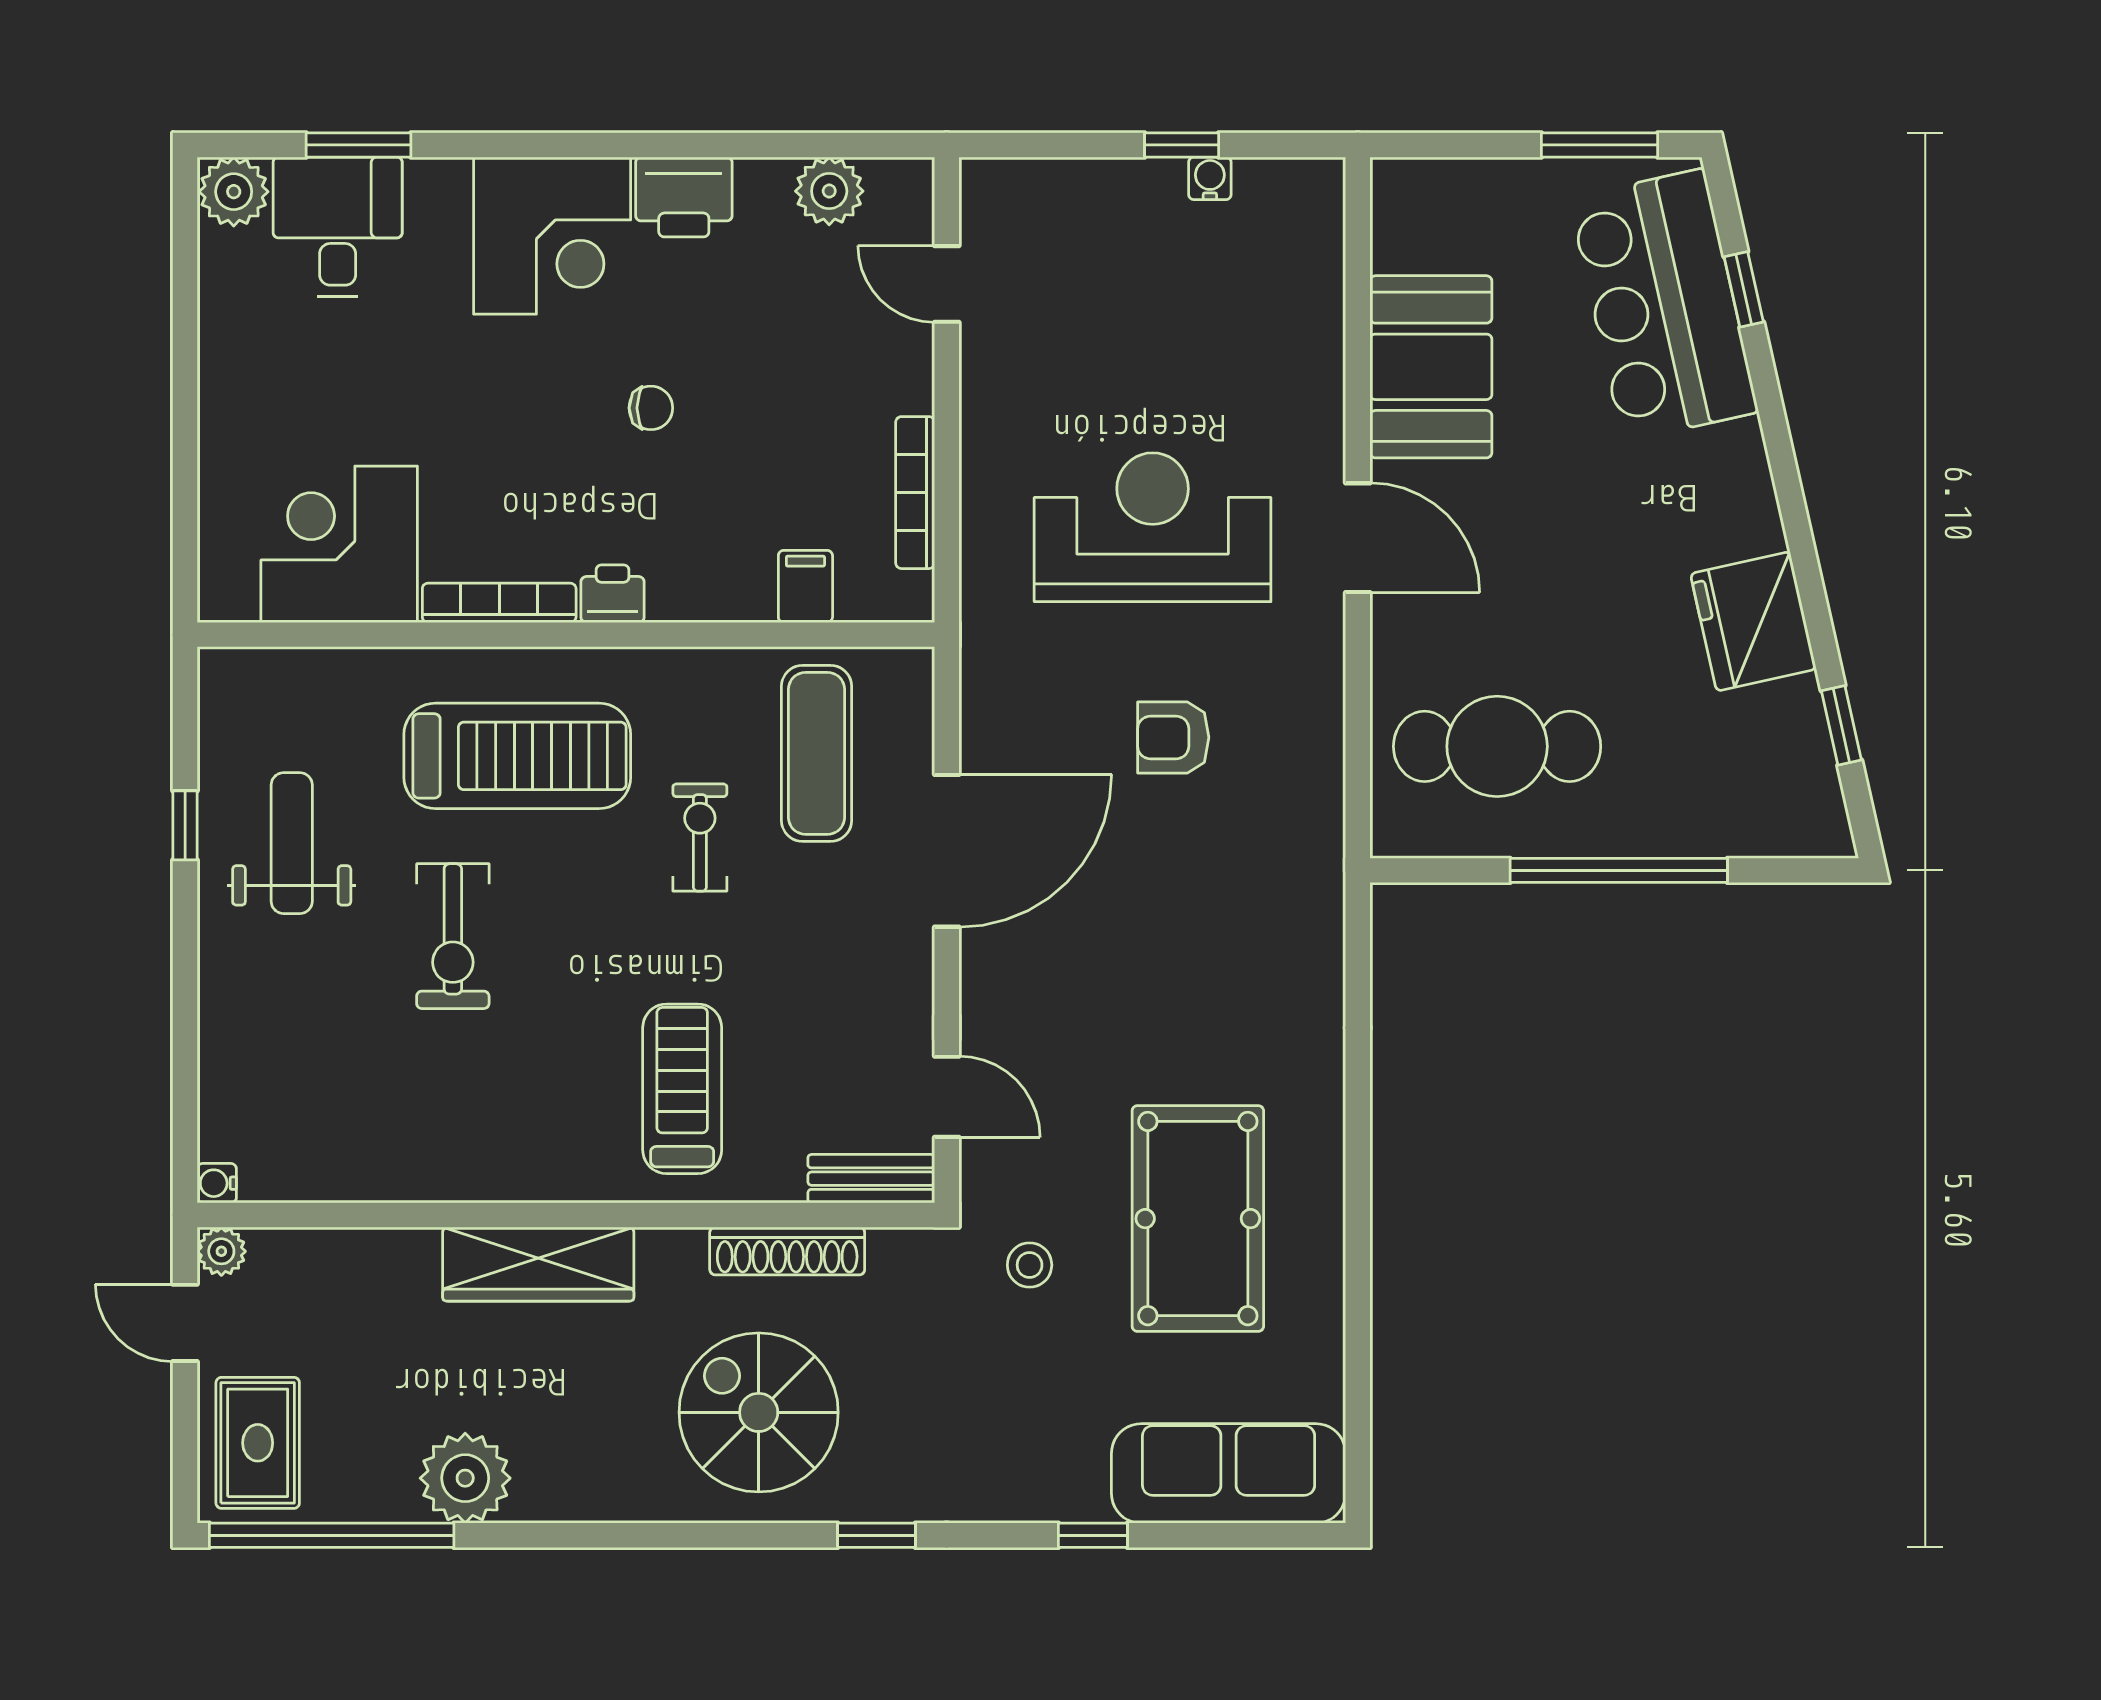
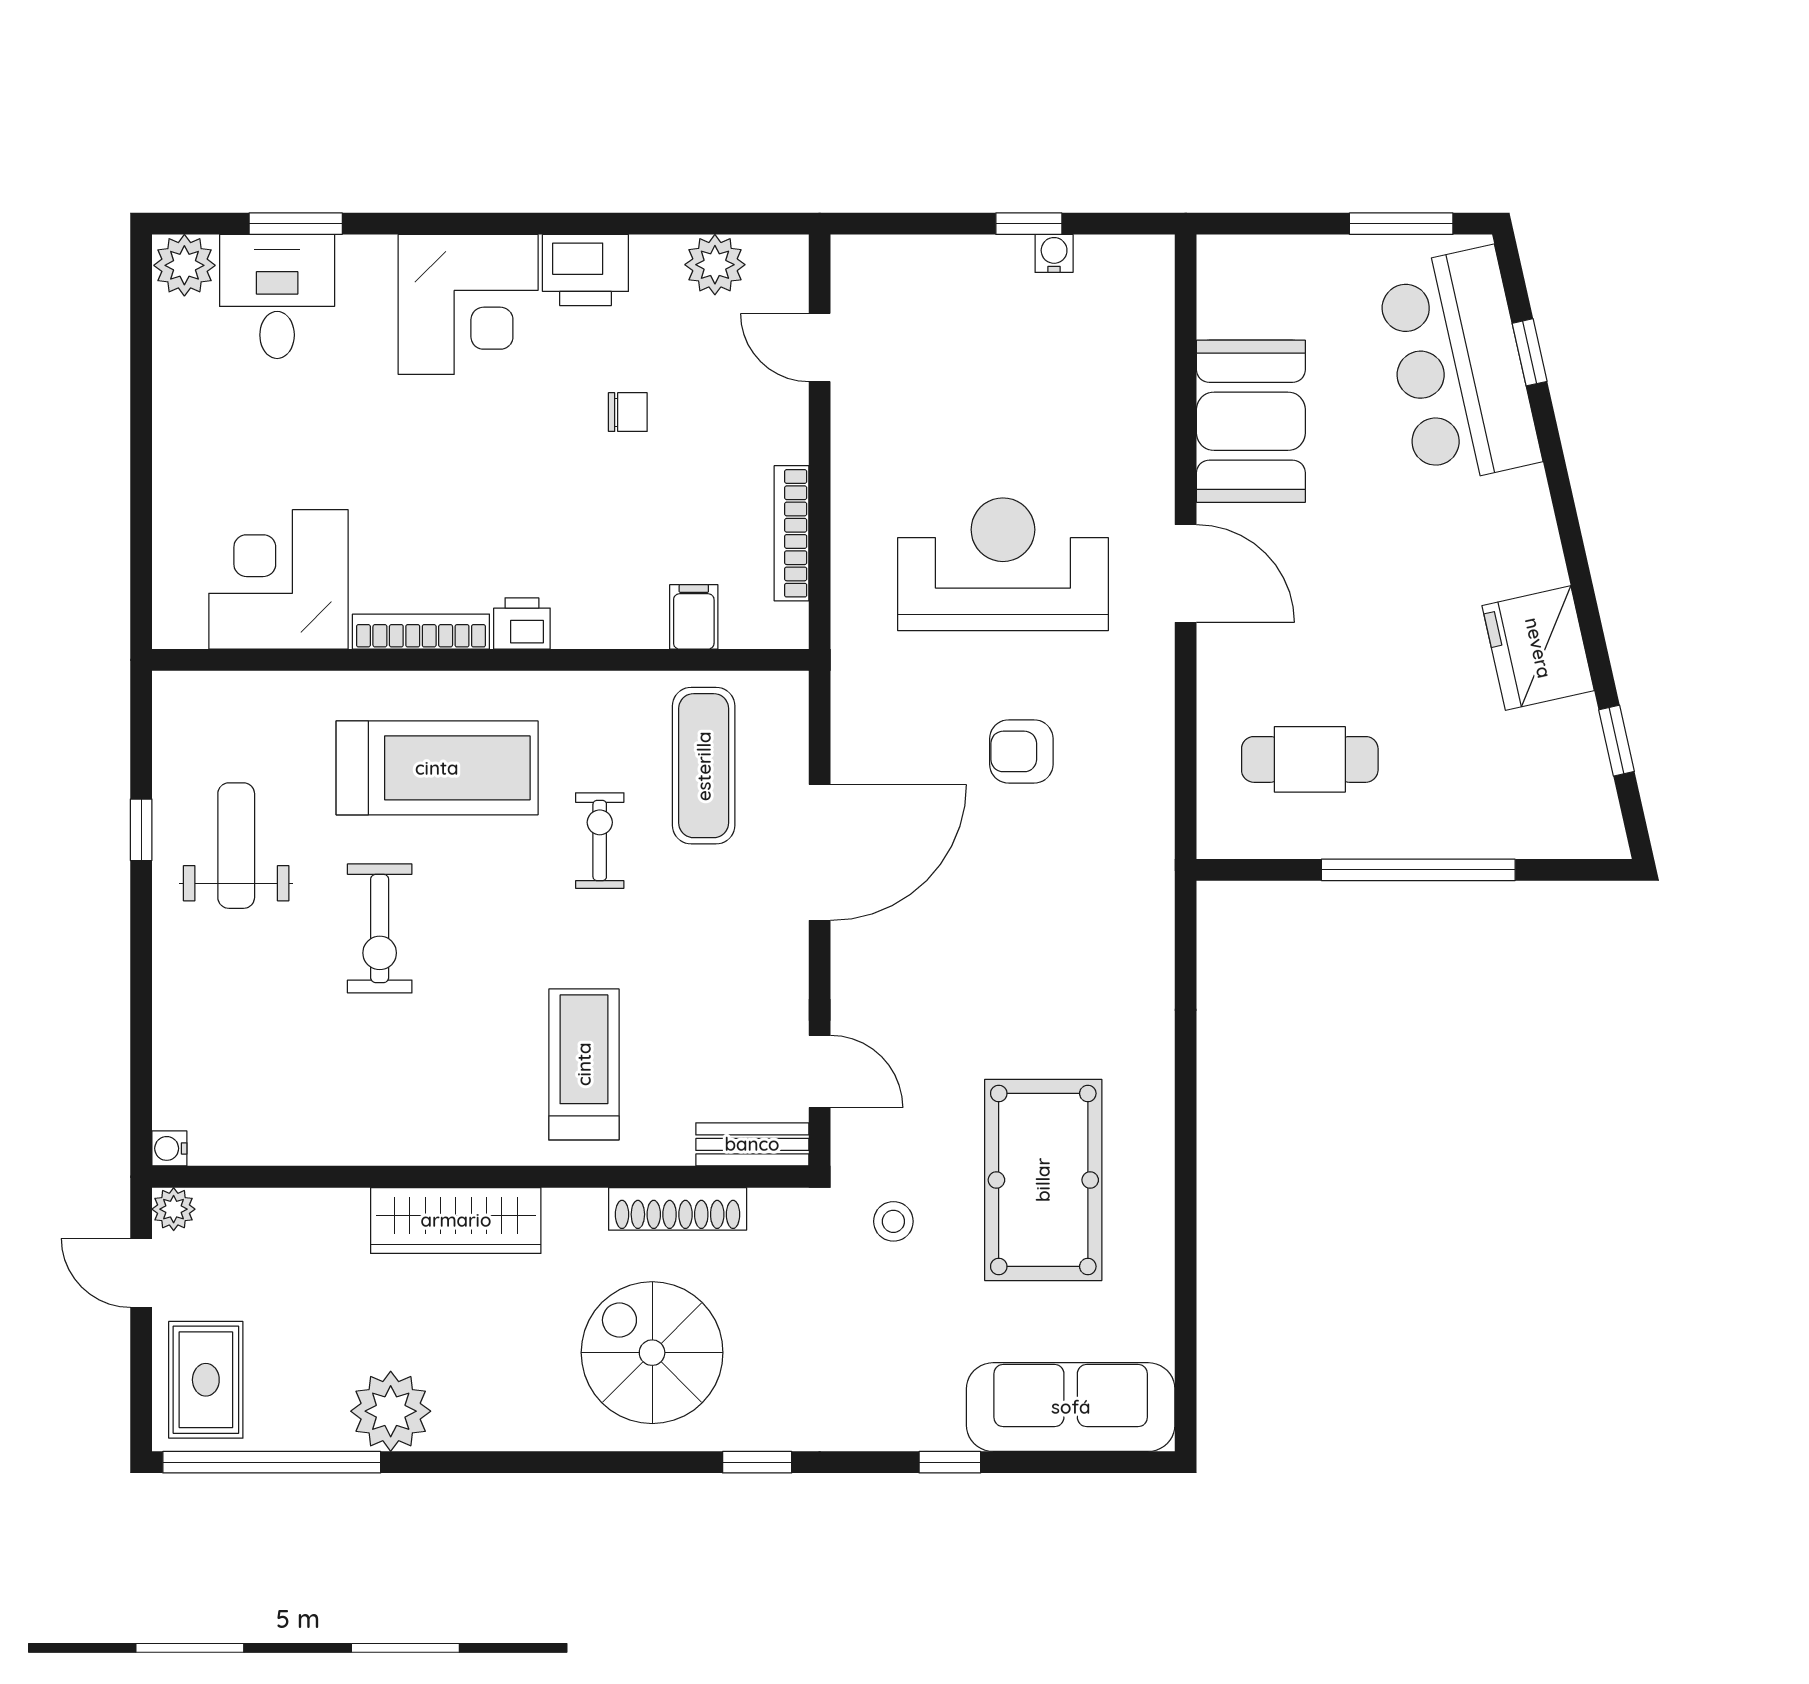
chair: (651, 408) -> (628, 412), moved
cafe table: (1497, 746) -> (1310, 759), width x0.73, depth x0.74

